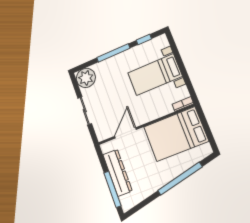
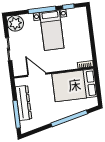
bed with nightstands: (155, 75) -> (52, 30), moved, turned -90
door: (125, 133) -> (37, 75), hinge flipped

